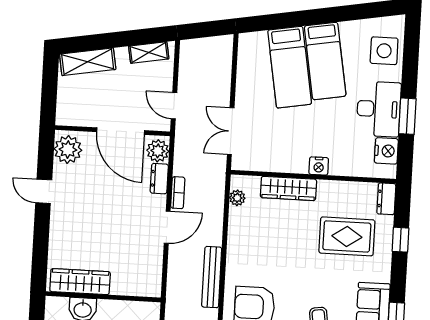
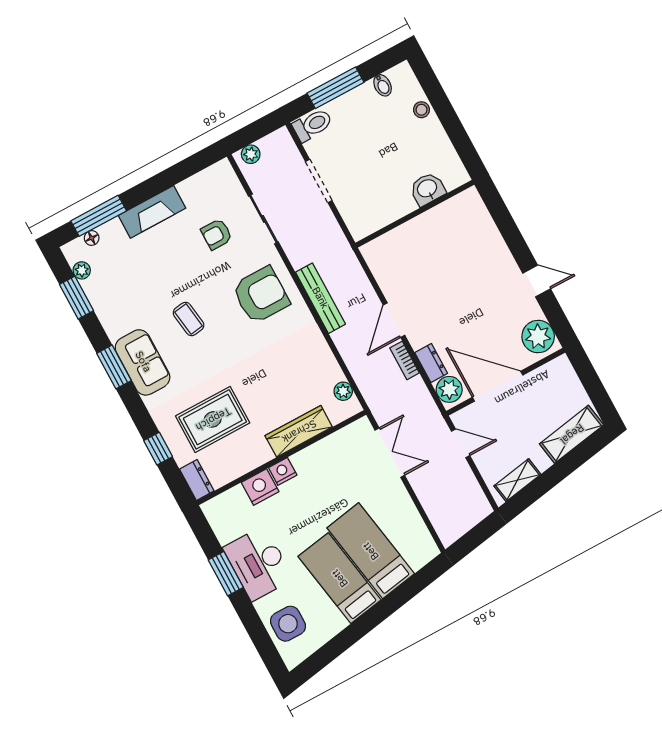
nightstand: (386, 151) -> (260, 487), moved, turned 90
wardrobe: (80, 282) -> (447, 215), removed

